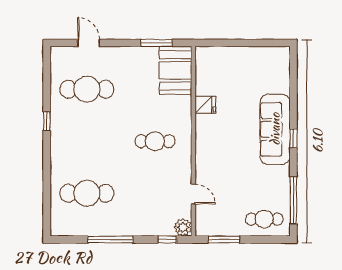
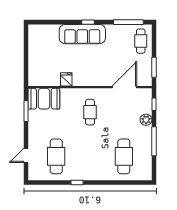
door: (193, 194) -> (124, 87), width x1.87
plant: (183, 227) -> (146, 120), moved

